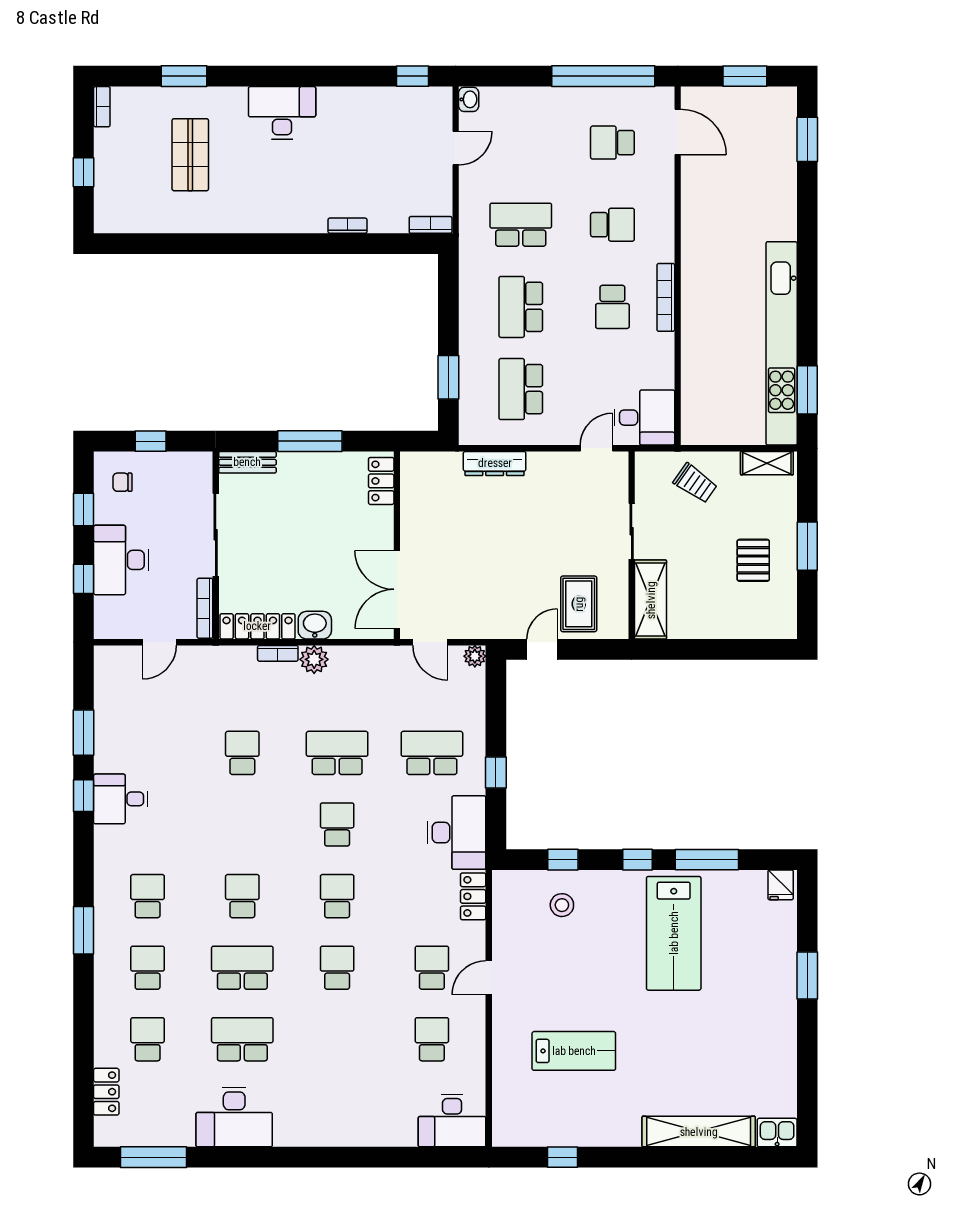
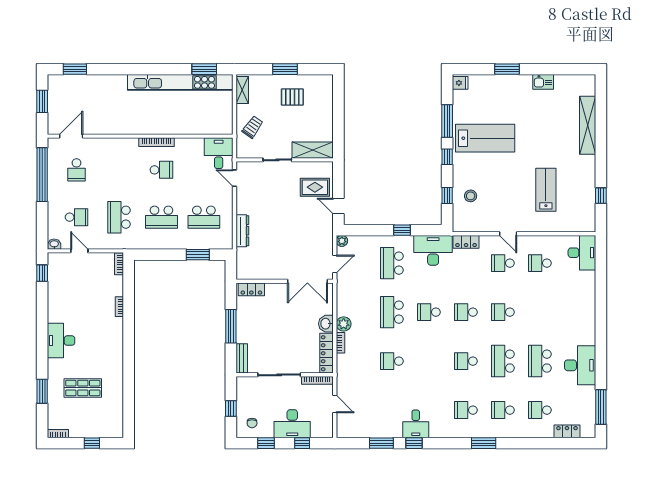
school desk: (612, 225) -> (76, 217), moved, turned 90
kitchen sink: (777, 1133) -> (543, 82), moved, turned -90

